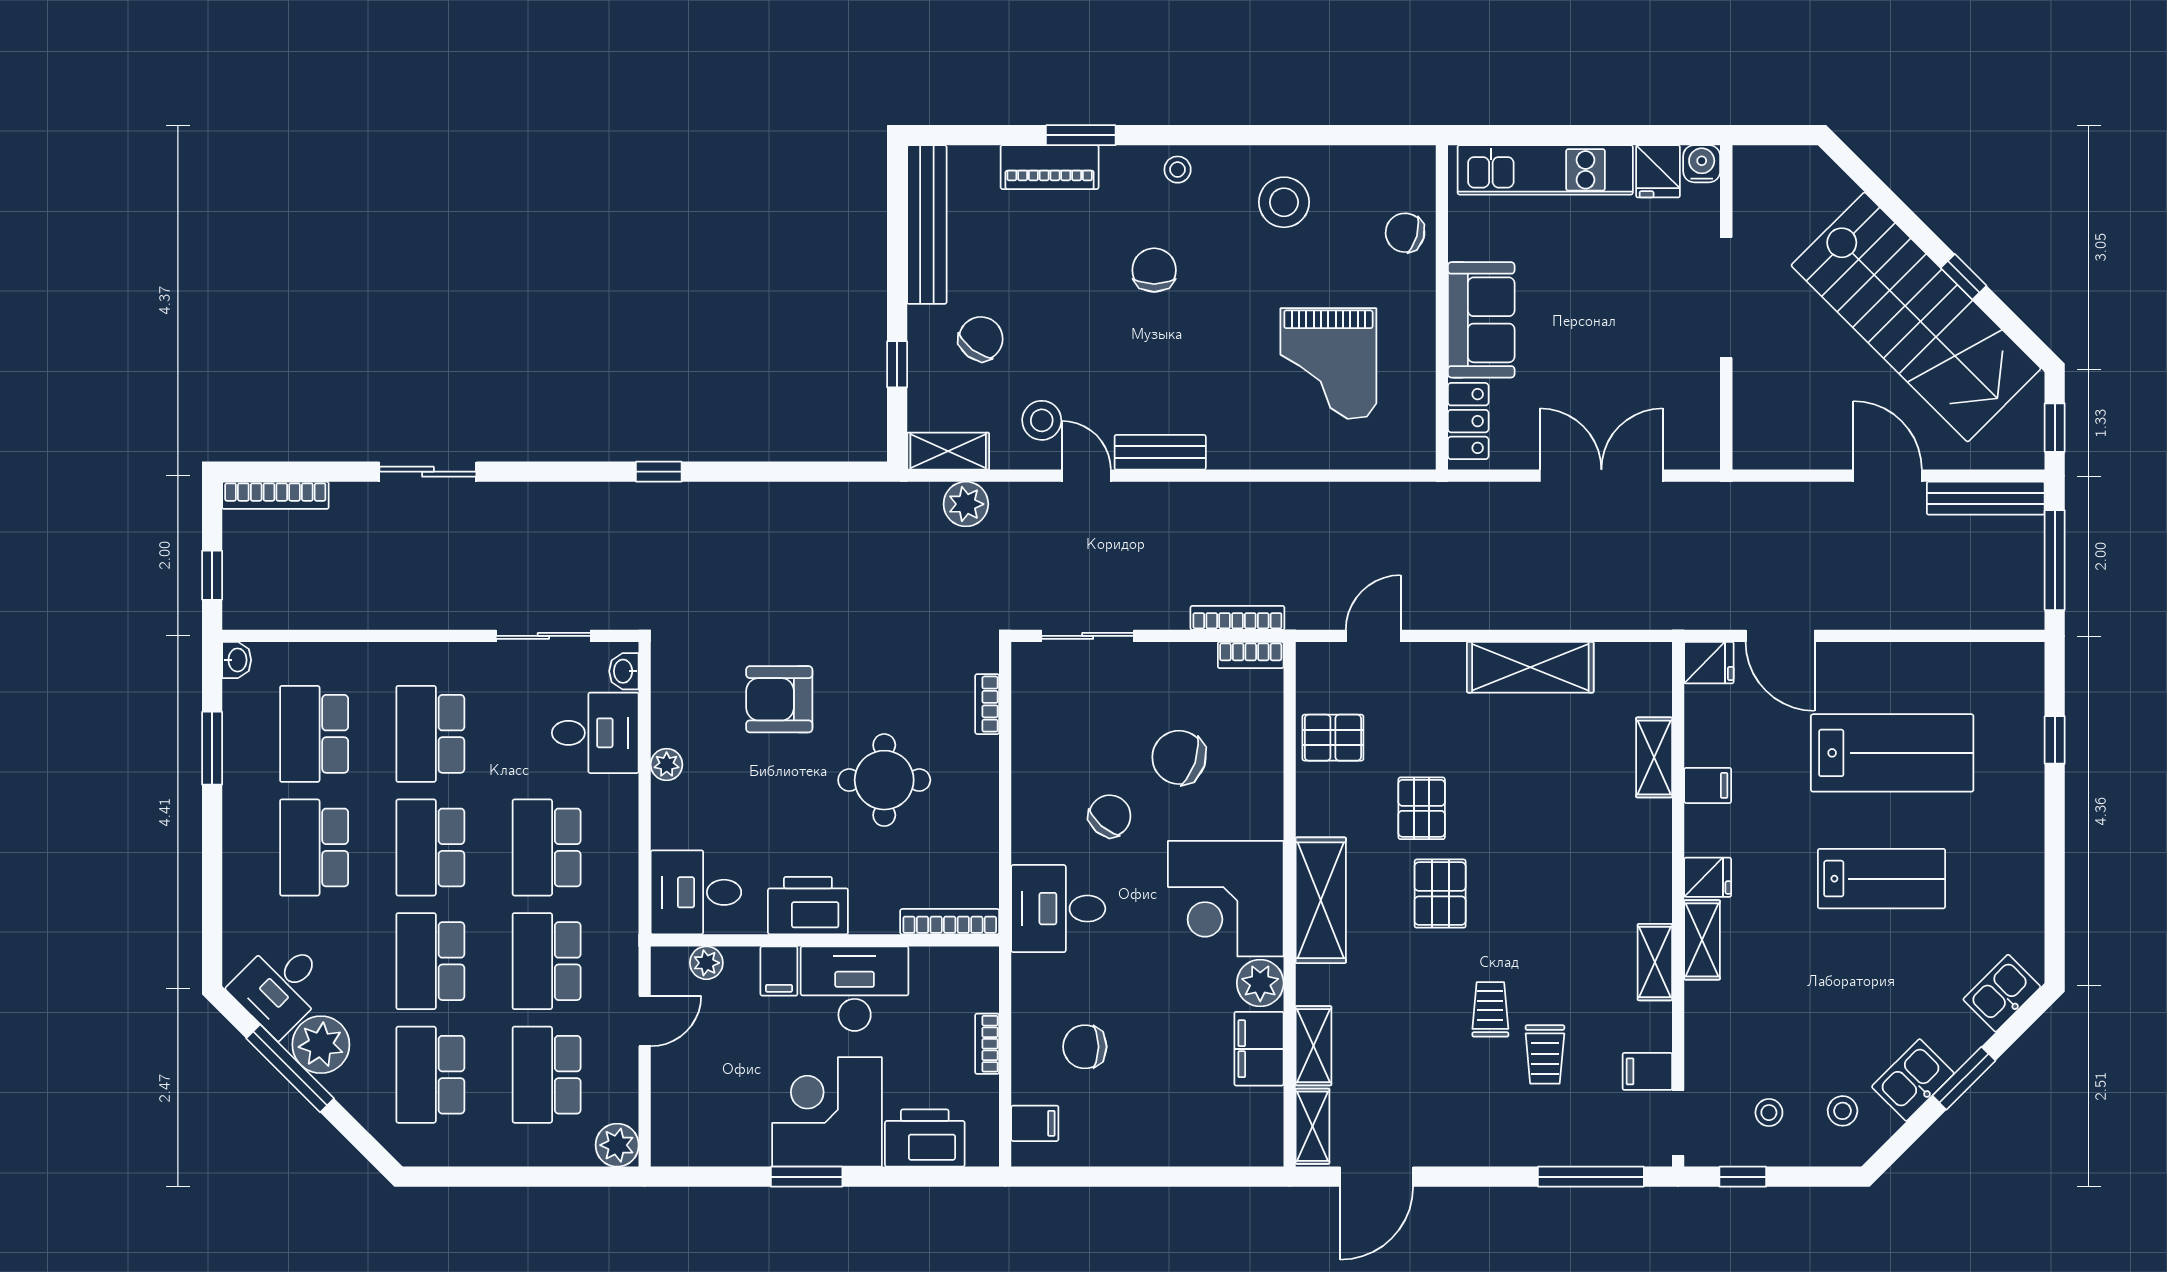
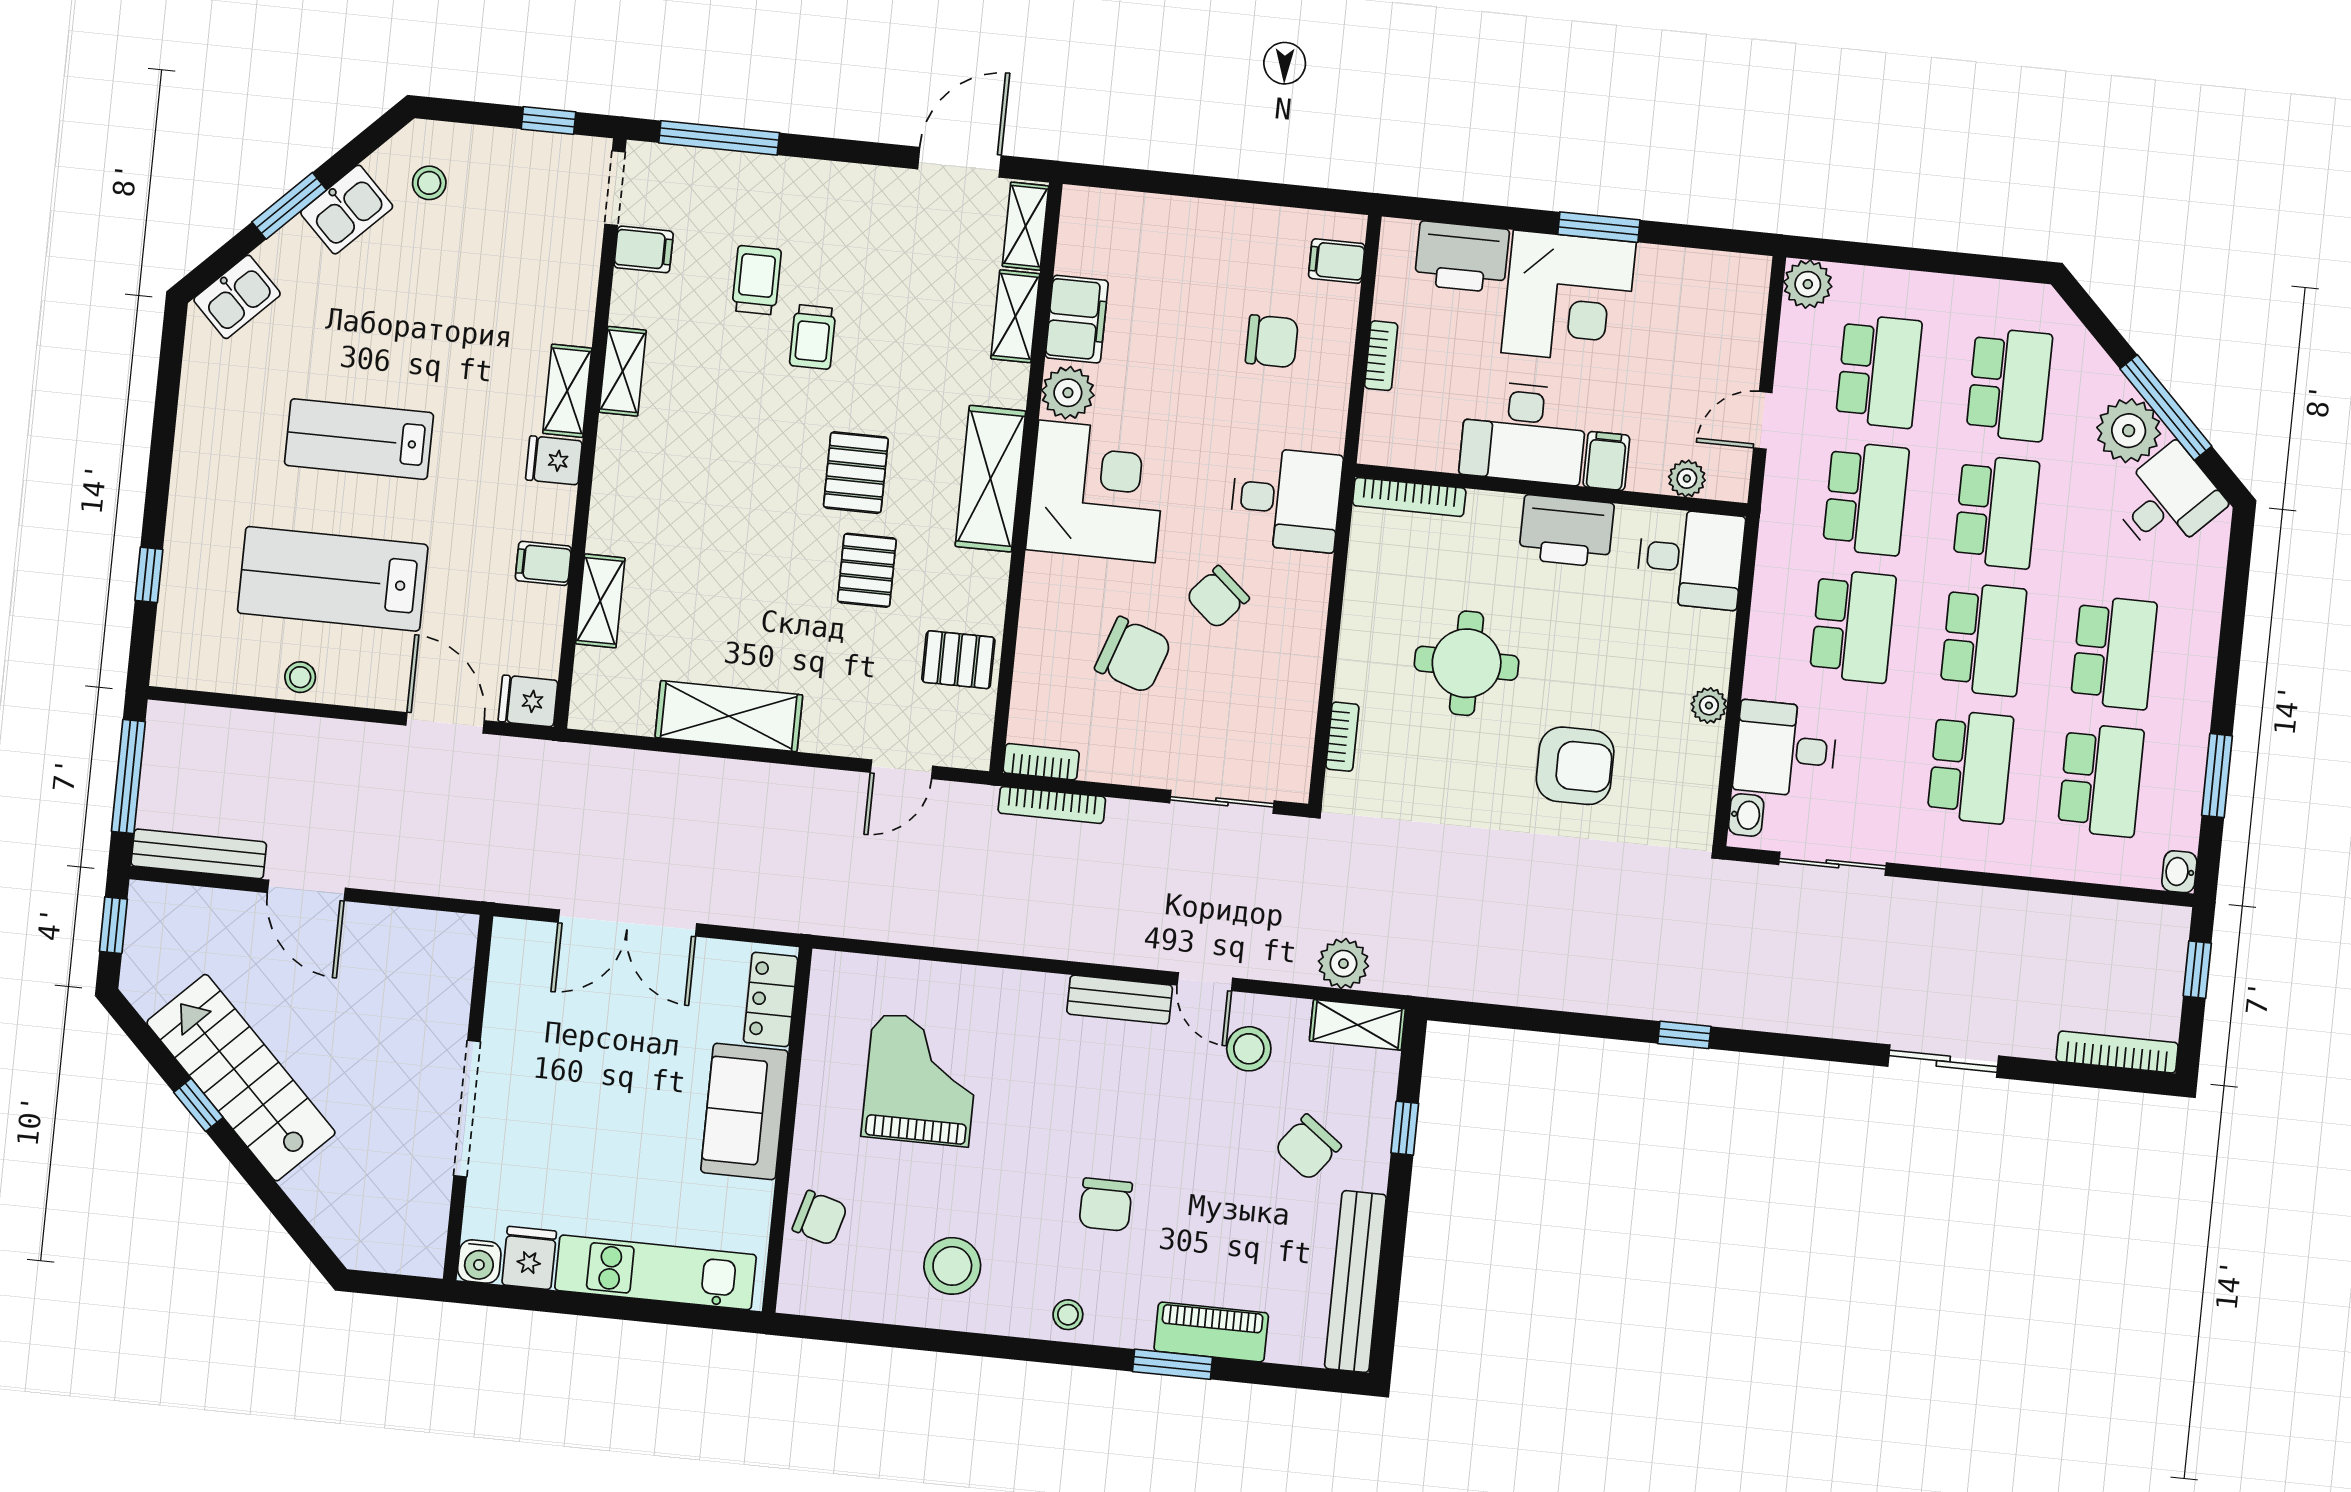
stairs: (1916, 317) -> (241, 1078), width x0.73, depth x0.66
stool: (1769, 1113) -> (300, 677), moved

